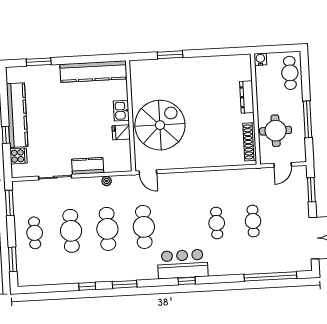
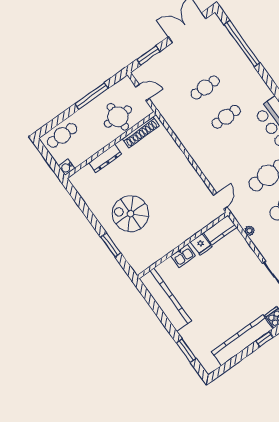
spiral stairs: (160, 125) -> (130, 214), moved, width x0.73, depth x0.73
kitchen counter: (88, 166) -> (220, 230), moved, turned -90

